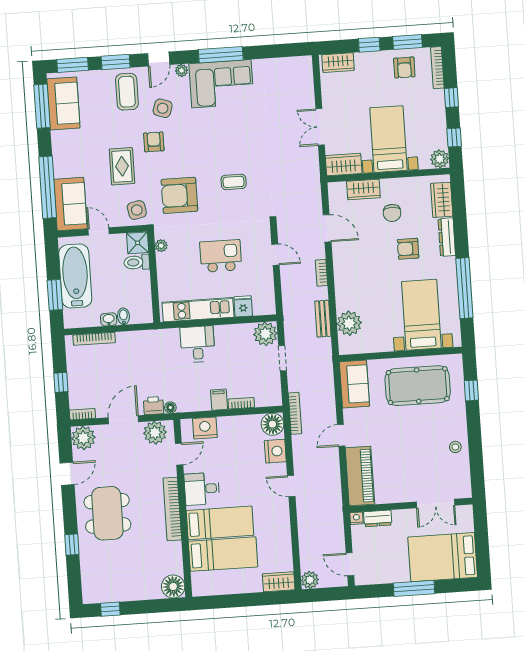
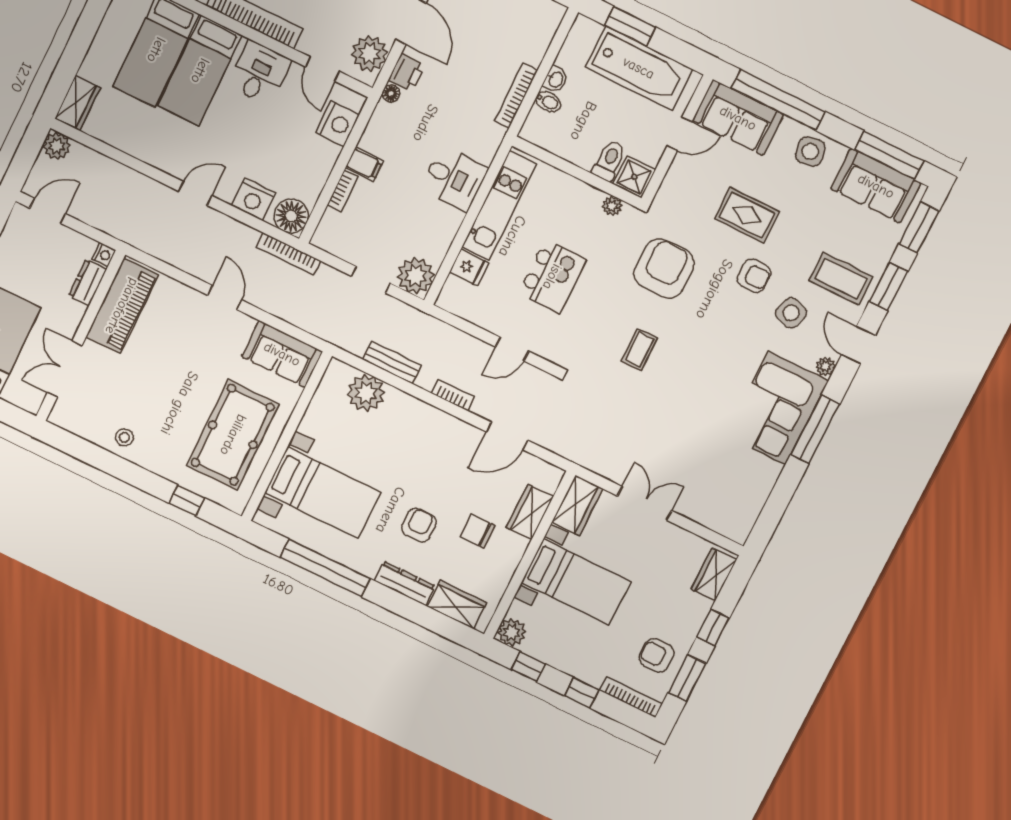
side table: (137, 210) -> (810, 151), moved
bookcase: (94, 339) -> (516, 96), moved
piano: (360, 476) -> (122, 306), moved, turned -90

